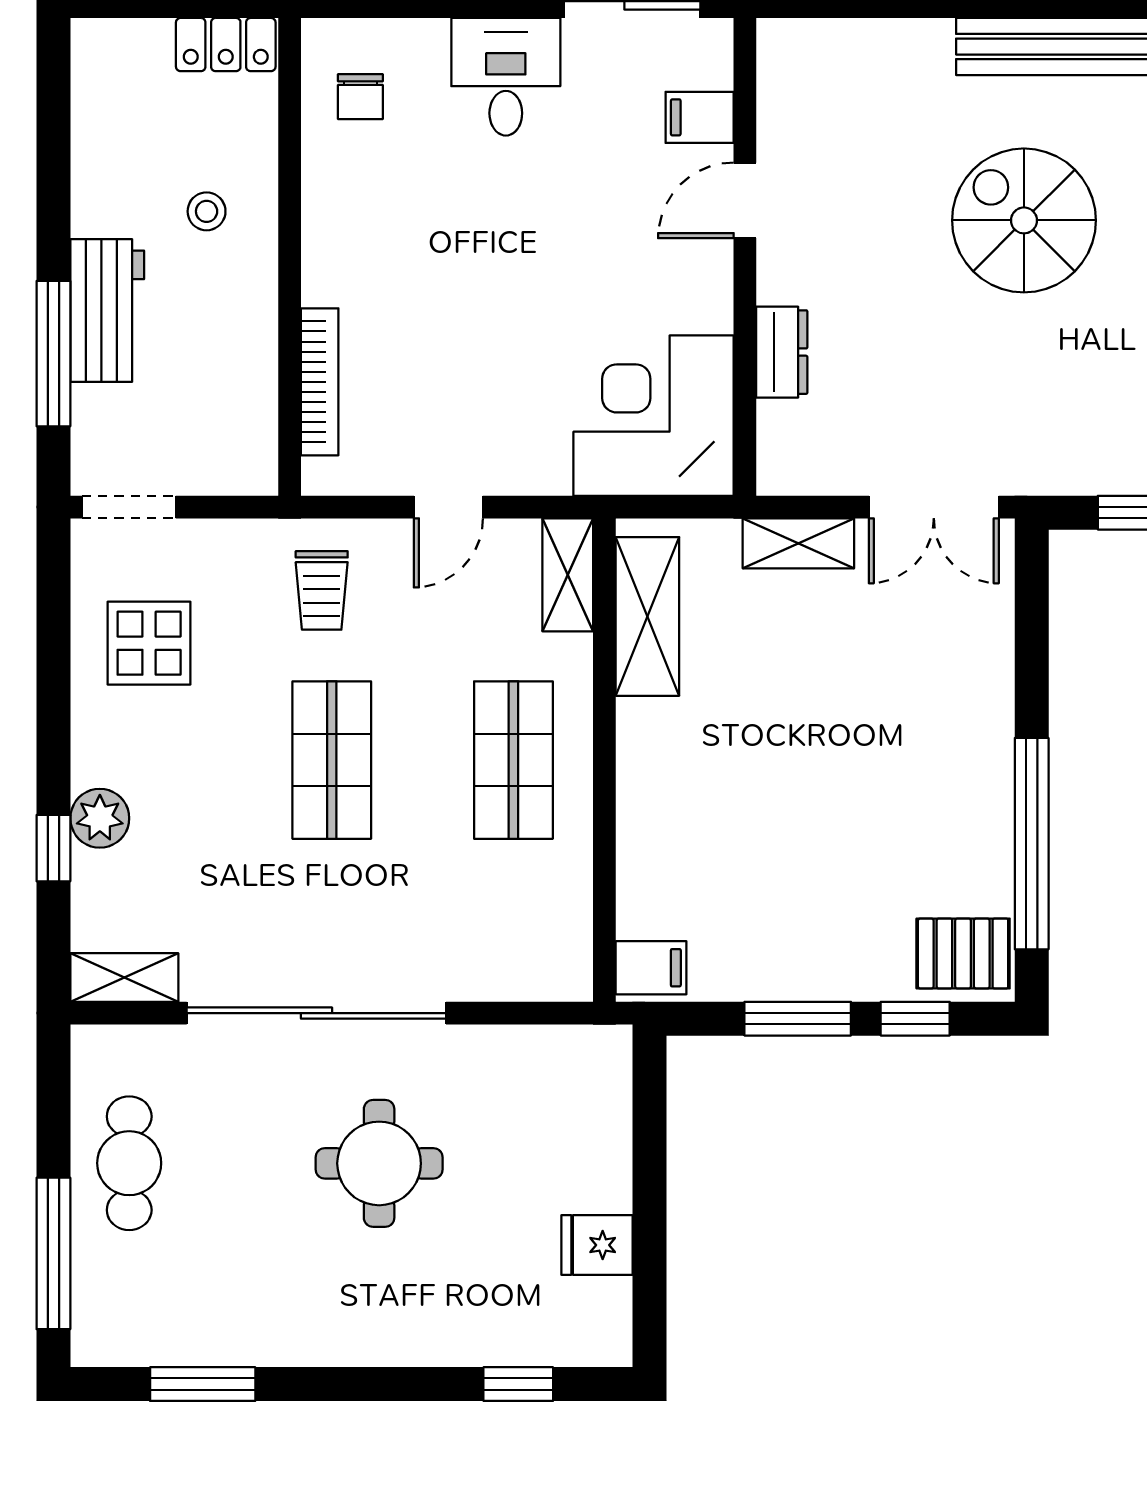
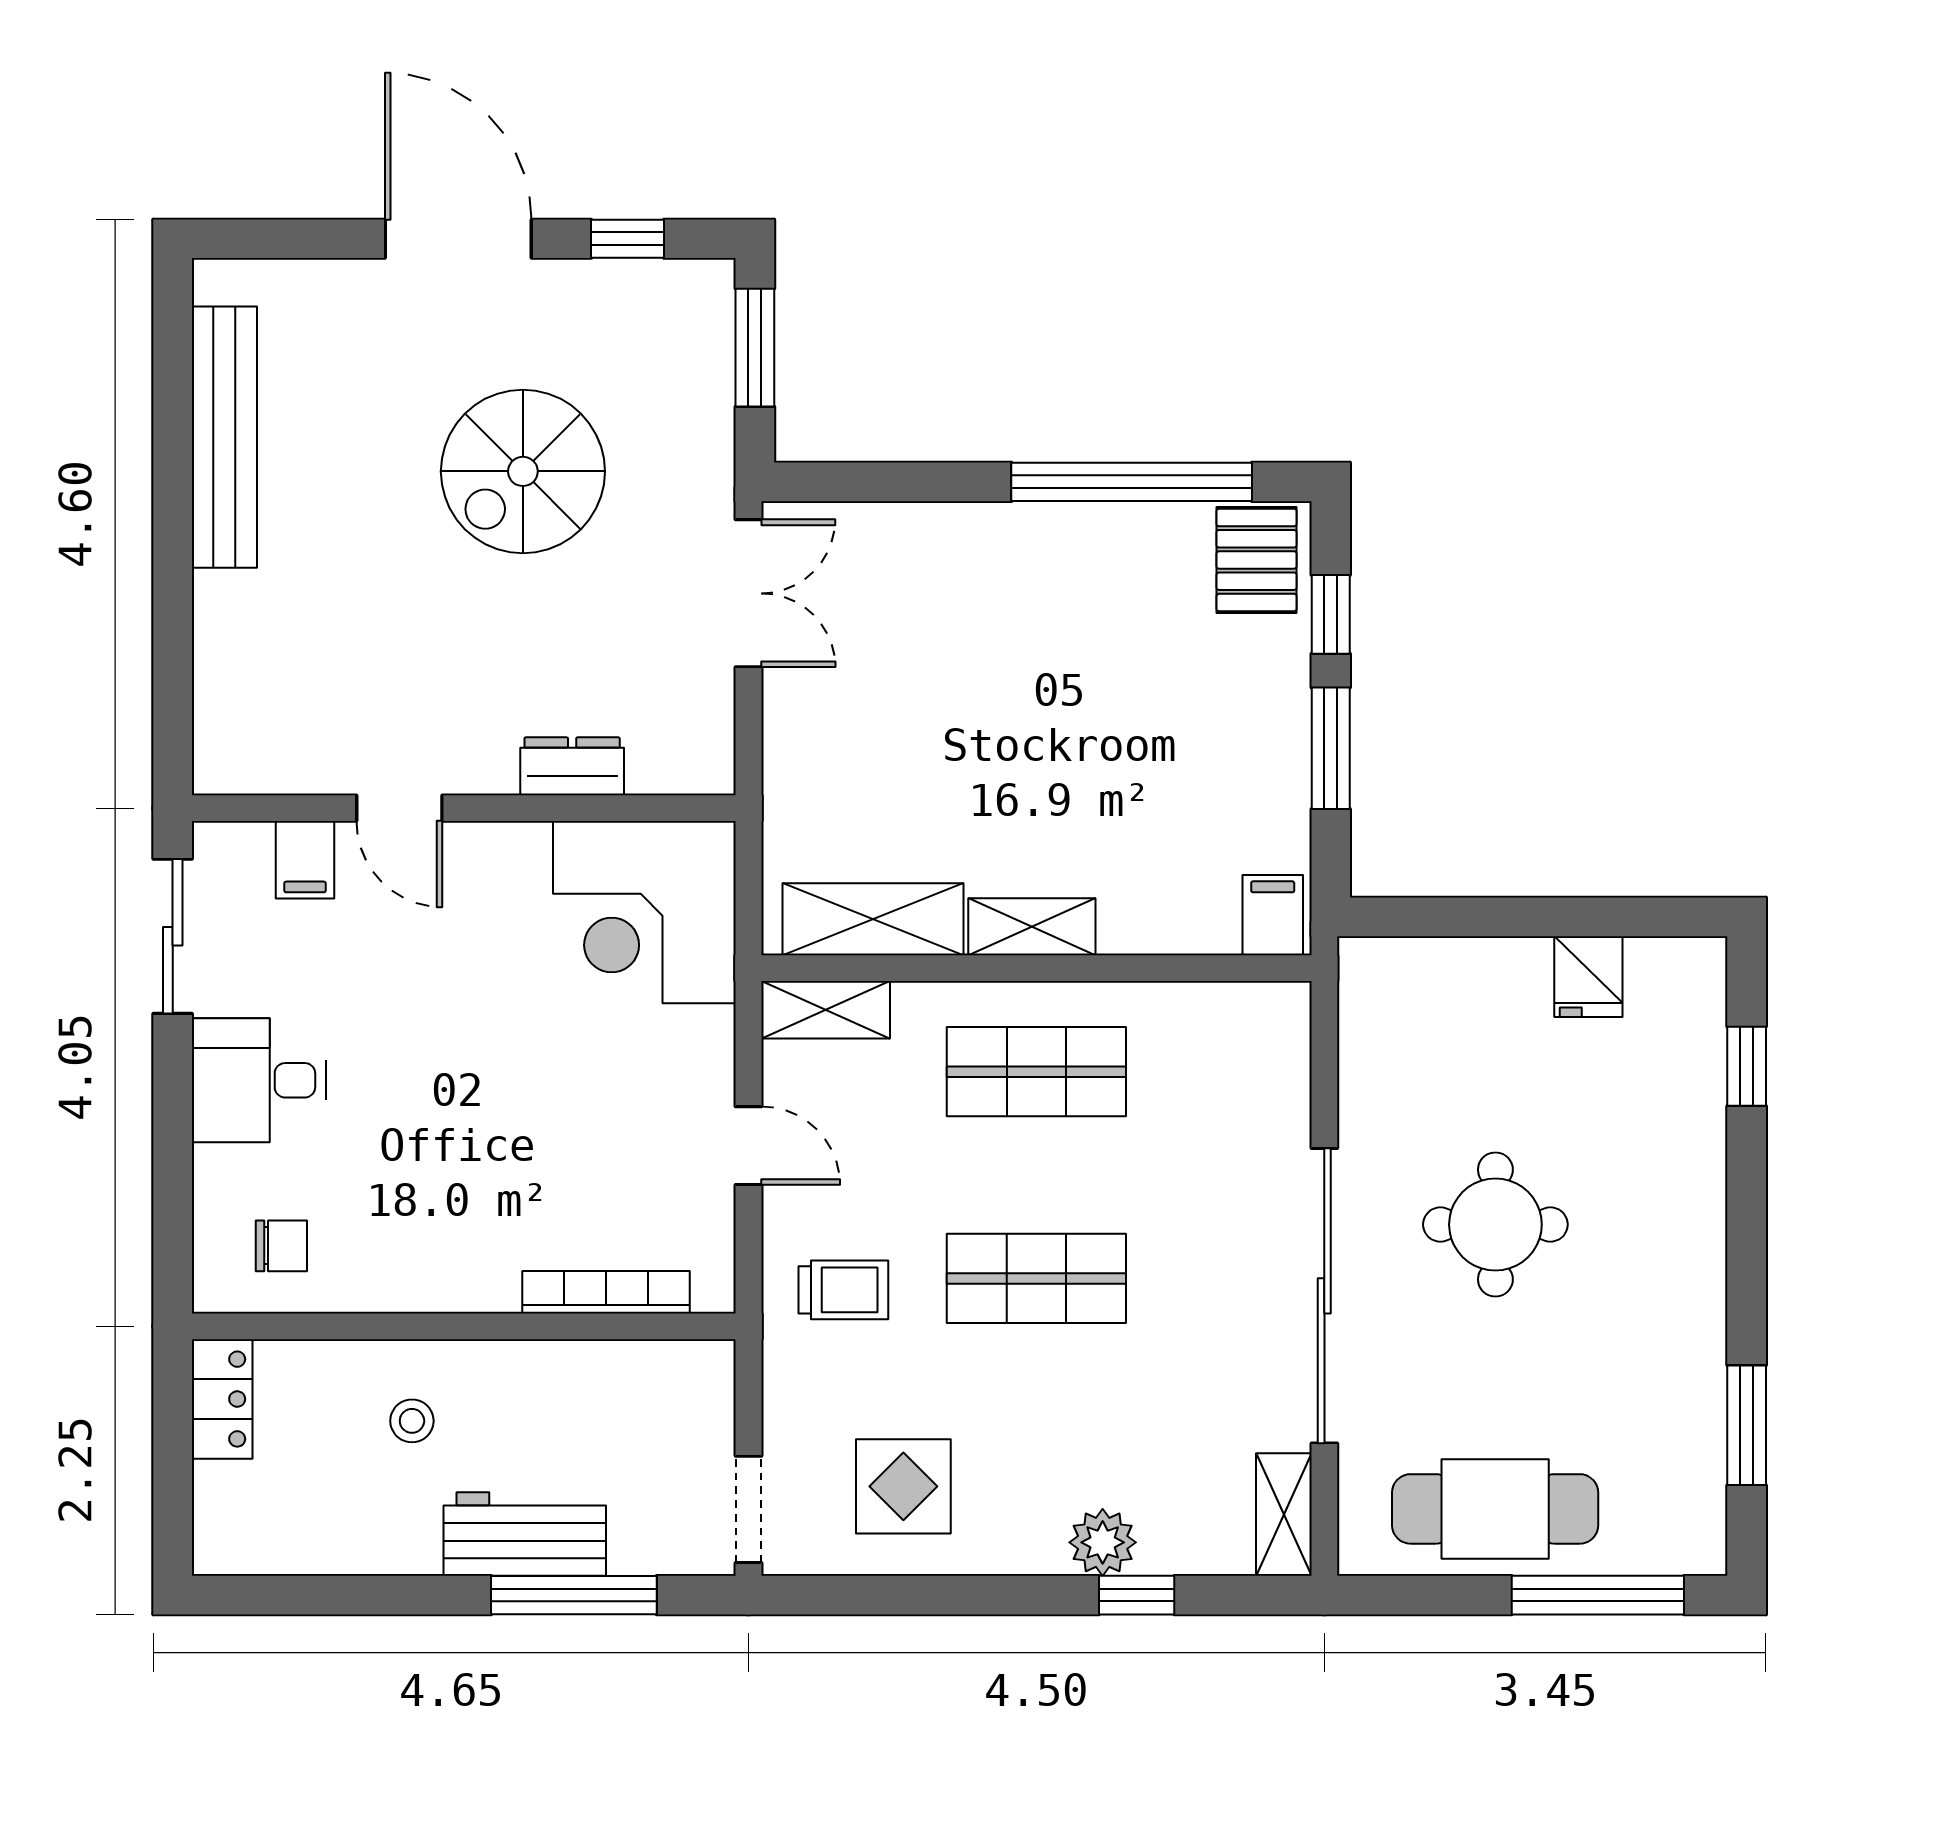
spiral stairs: (1024, 220) -> (523, 471), moved
shelving: (798, 543) -> (1032, 927), moved, turned 90
cafe table: (129, 1163) -> (1495, 1509), width x1.37, depth x1.35

